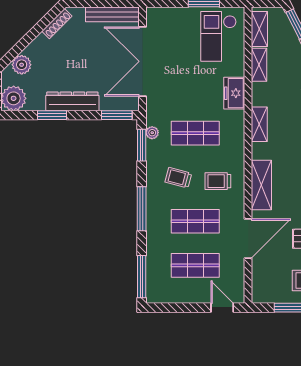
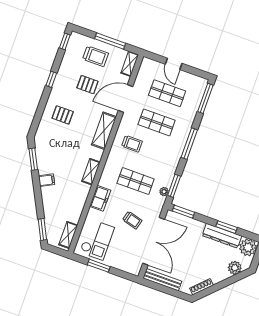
shelving: (259, 65) -> (130, 64), moved
dresser: (72, 101) -> (222, 236), moved
trolley: (178, 178) -> (132, 220), moved
door: (222, 308) -> (174, 64), moved

